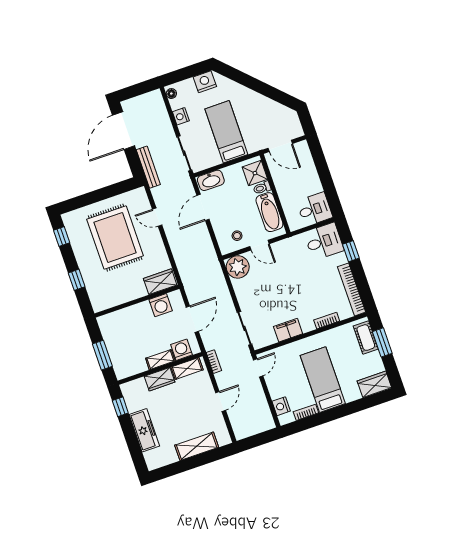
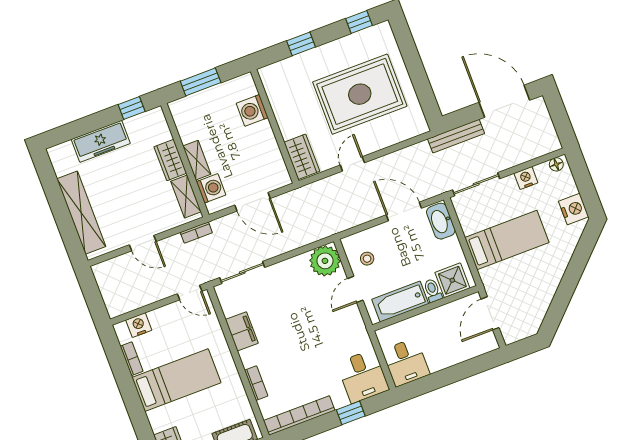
door: (157, 217) -> (352, 164), moved
washing machine: (161, 305) -> (252, 110), moved
shelving: (197, 446) -> (81, 213), width x1.47

